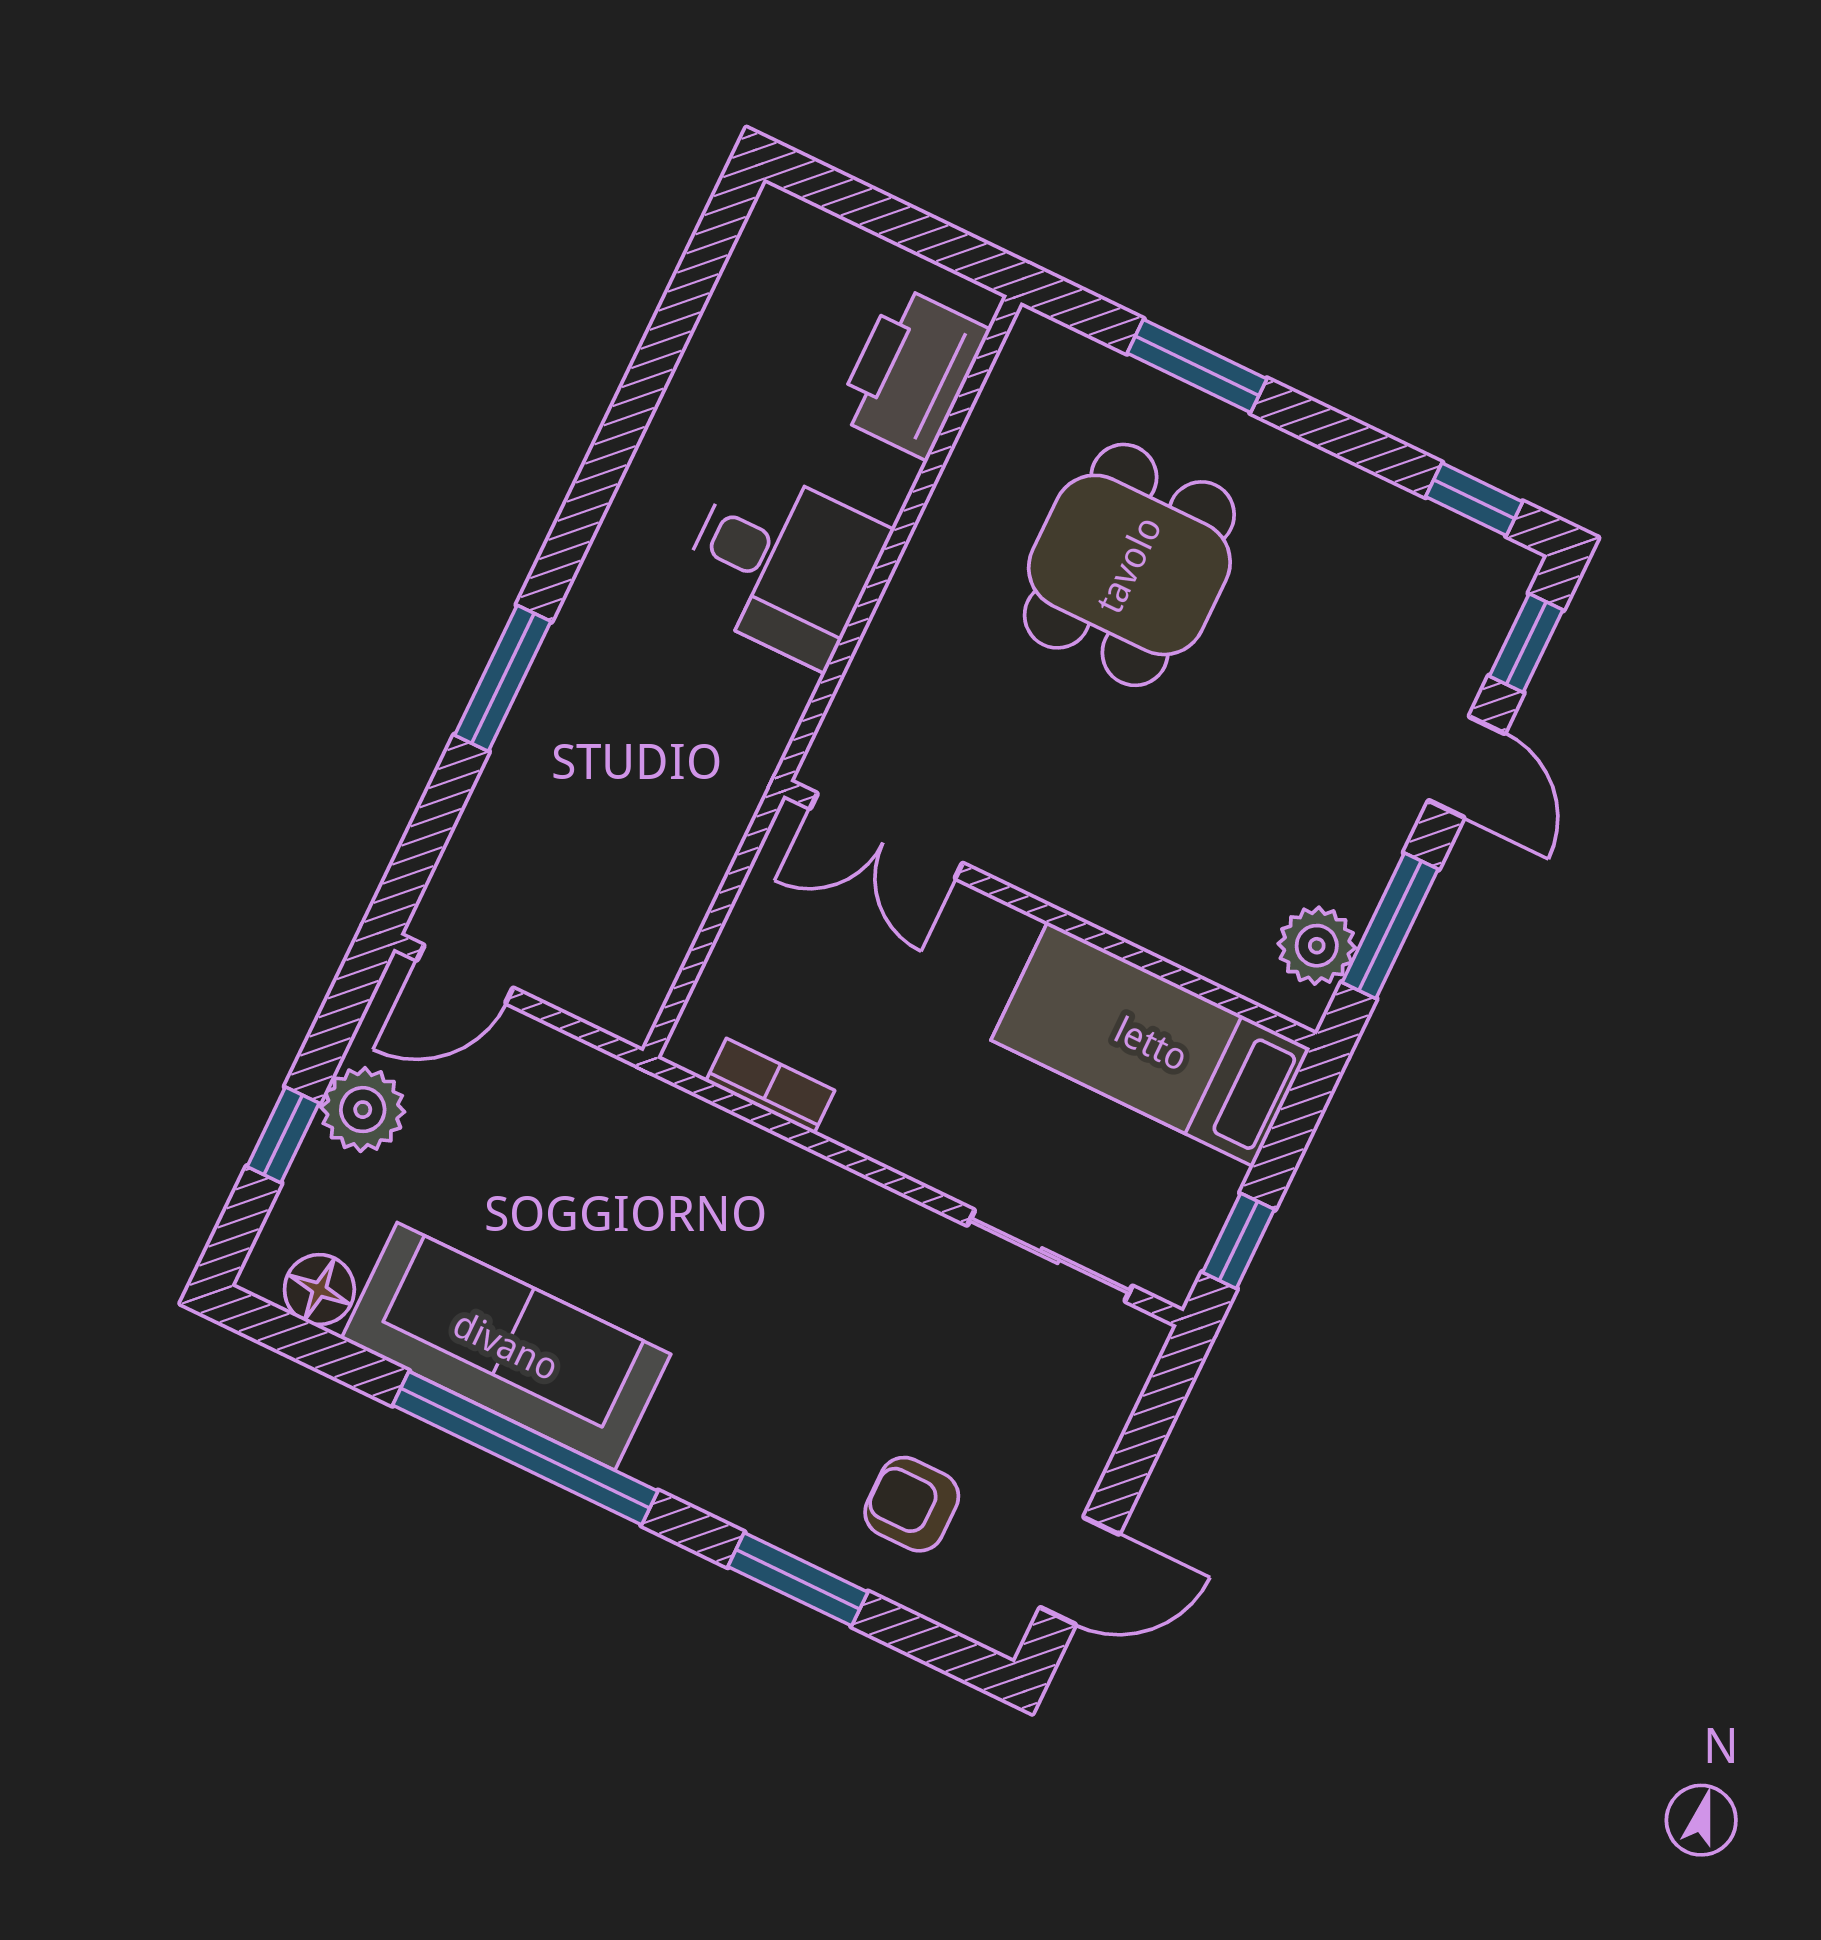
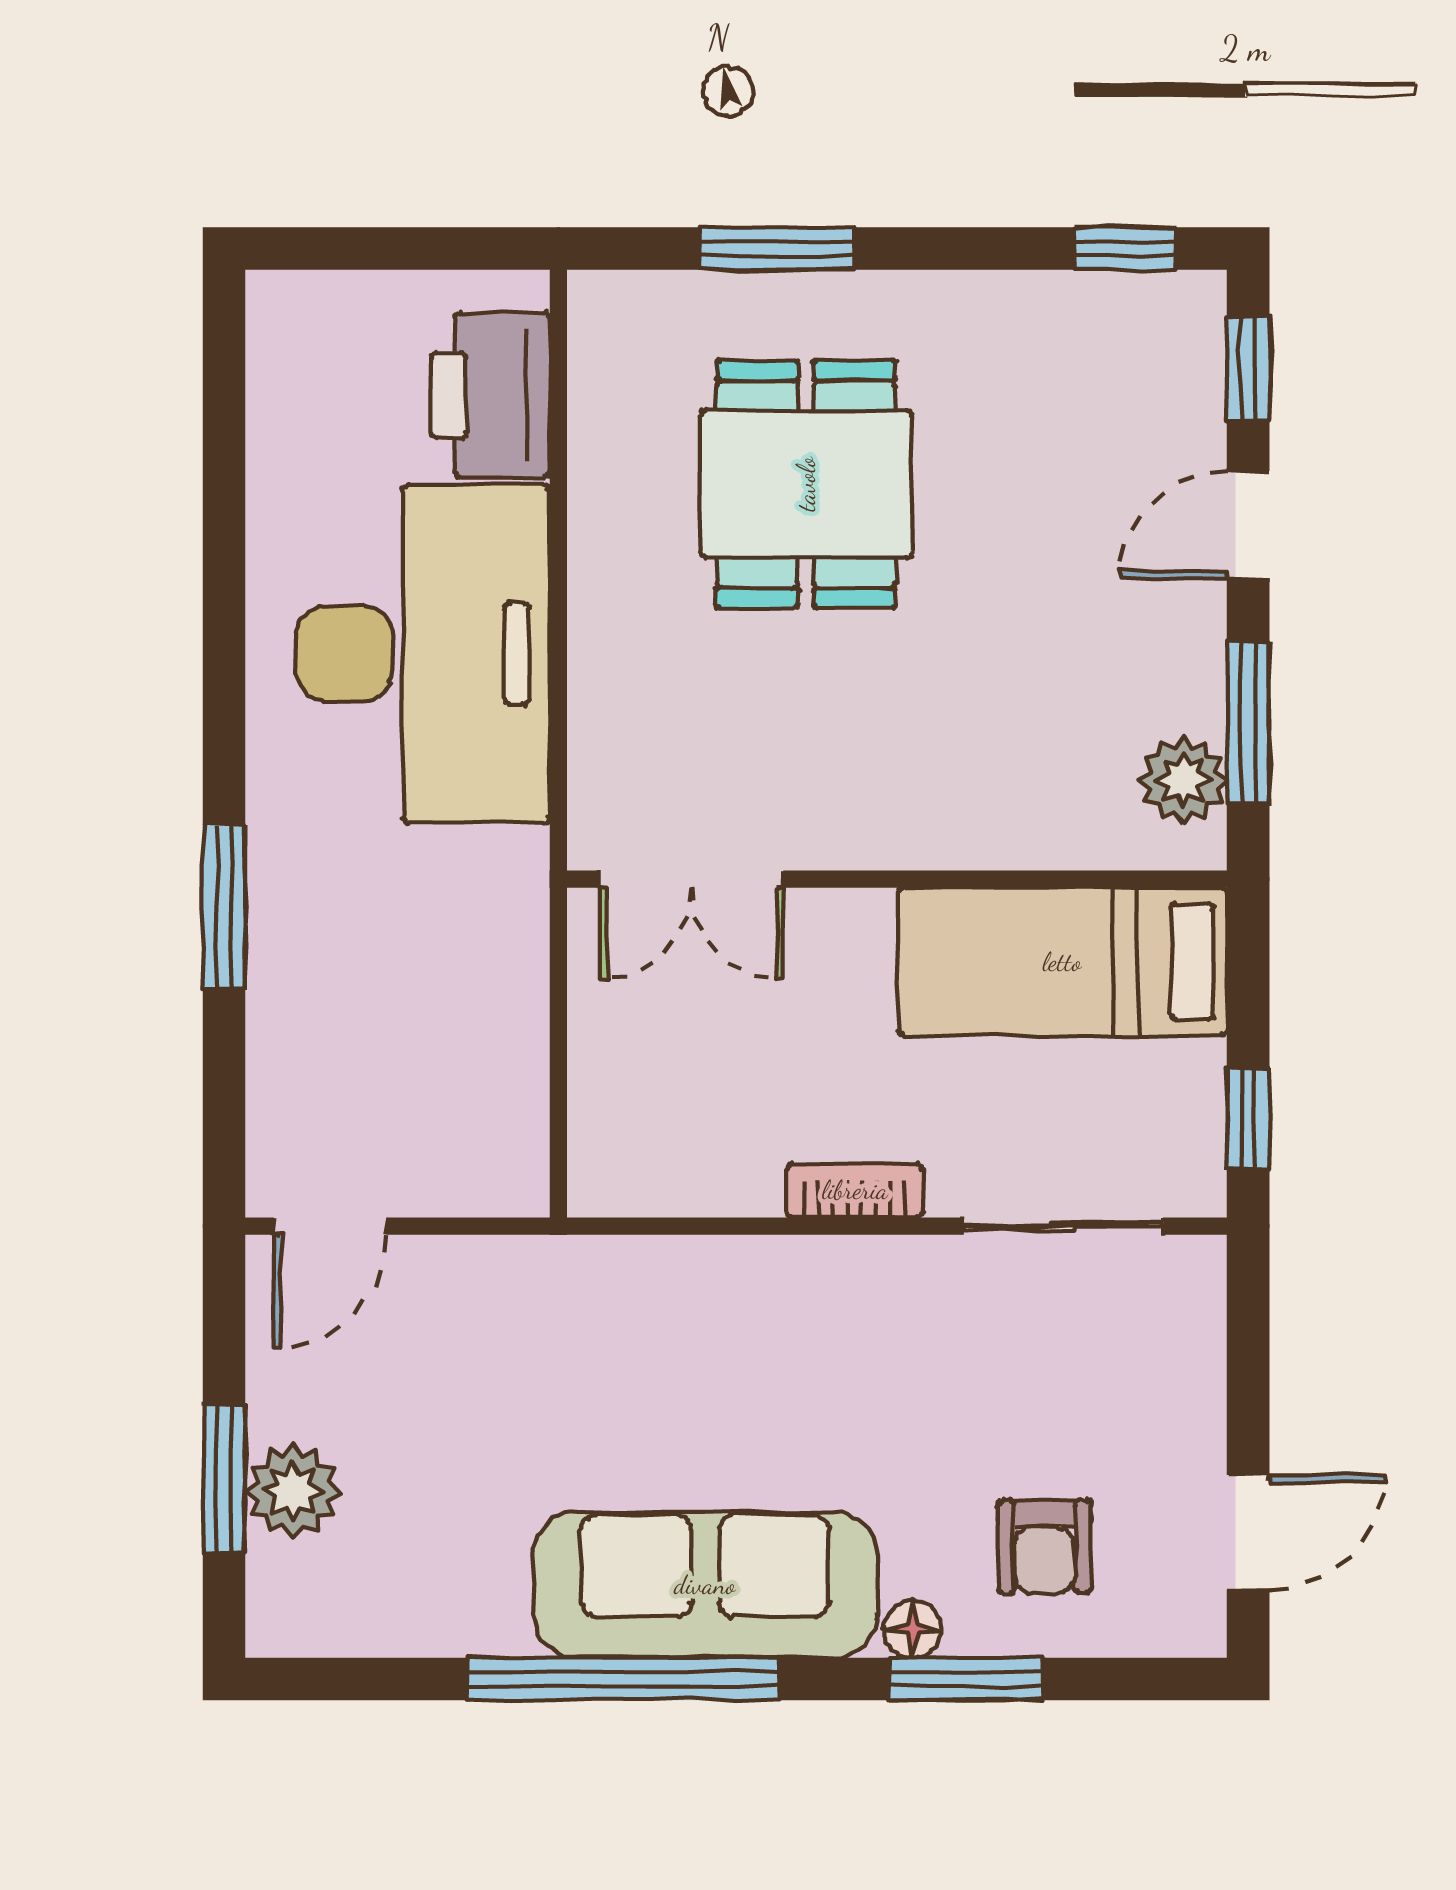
desk: (782, 564) -> (423, 654), width x1.87, depth x1.30
door: (1467, 767) -> (1248, 525), swing flipped
bookcase: (770, 1086) -> (855, 1190), moved
plant: (363, 1110) -> (293, 1491), moved
window: (283, 1135) -> (224, 1479), width x1.50
floor lamp: (319, 1290) -> (912, 1629), moved, width x0.73, depth x0.73
sofa: (506, 1346) -> (705, 1585), moved
armchair: (912, 1504) -> (1045, 1547), turned -90

